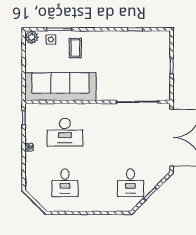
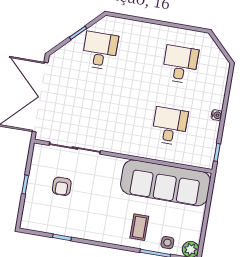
armchair: (142, 70) -> (62, 186), added
desk: (65, 132) -> (170, 126), width x0.73

